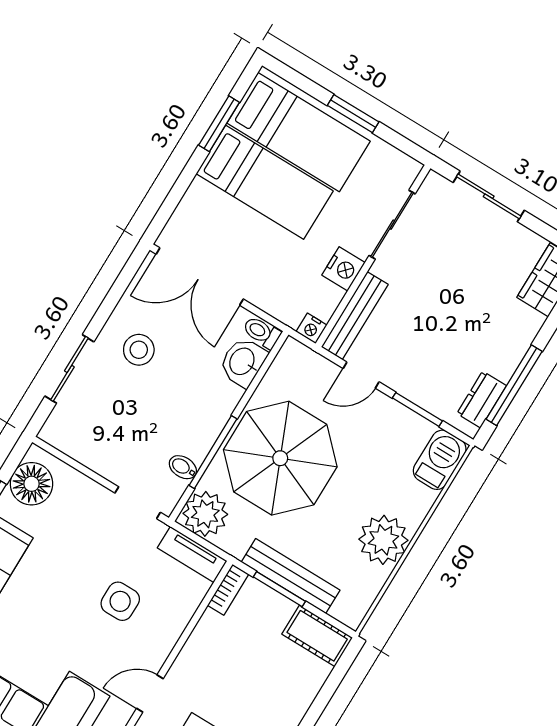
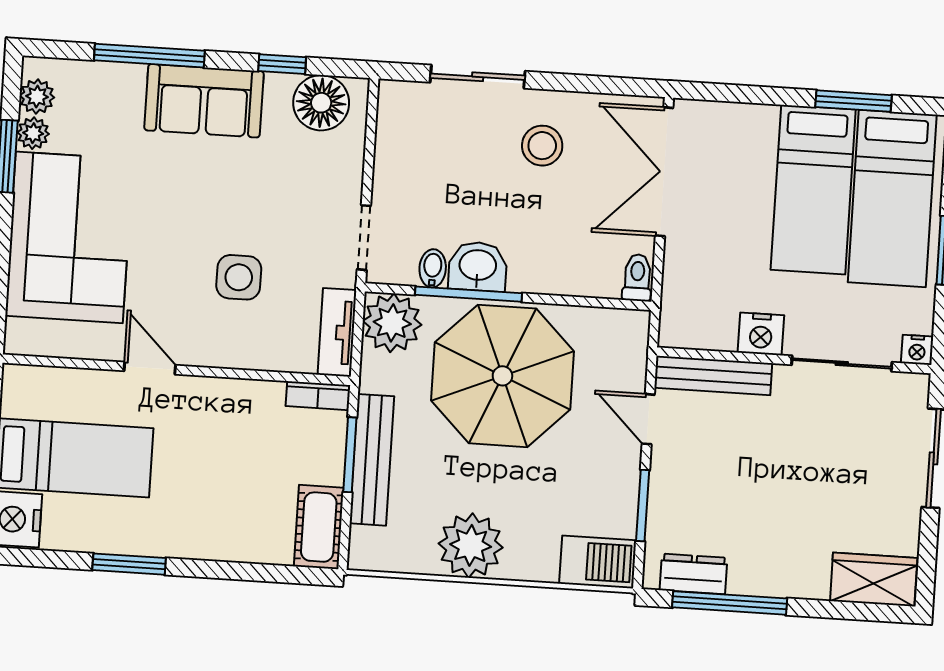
nightstand: (312, 328) -> (917, 350), moved, turned -90
washbasin: (243, 362) -> (478, 266), moved

